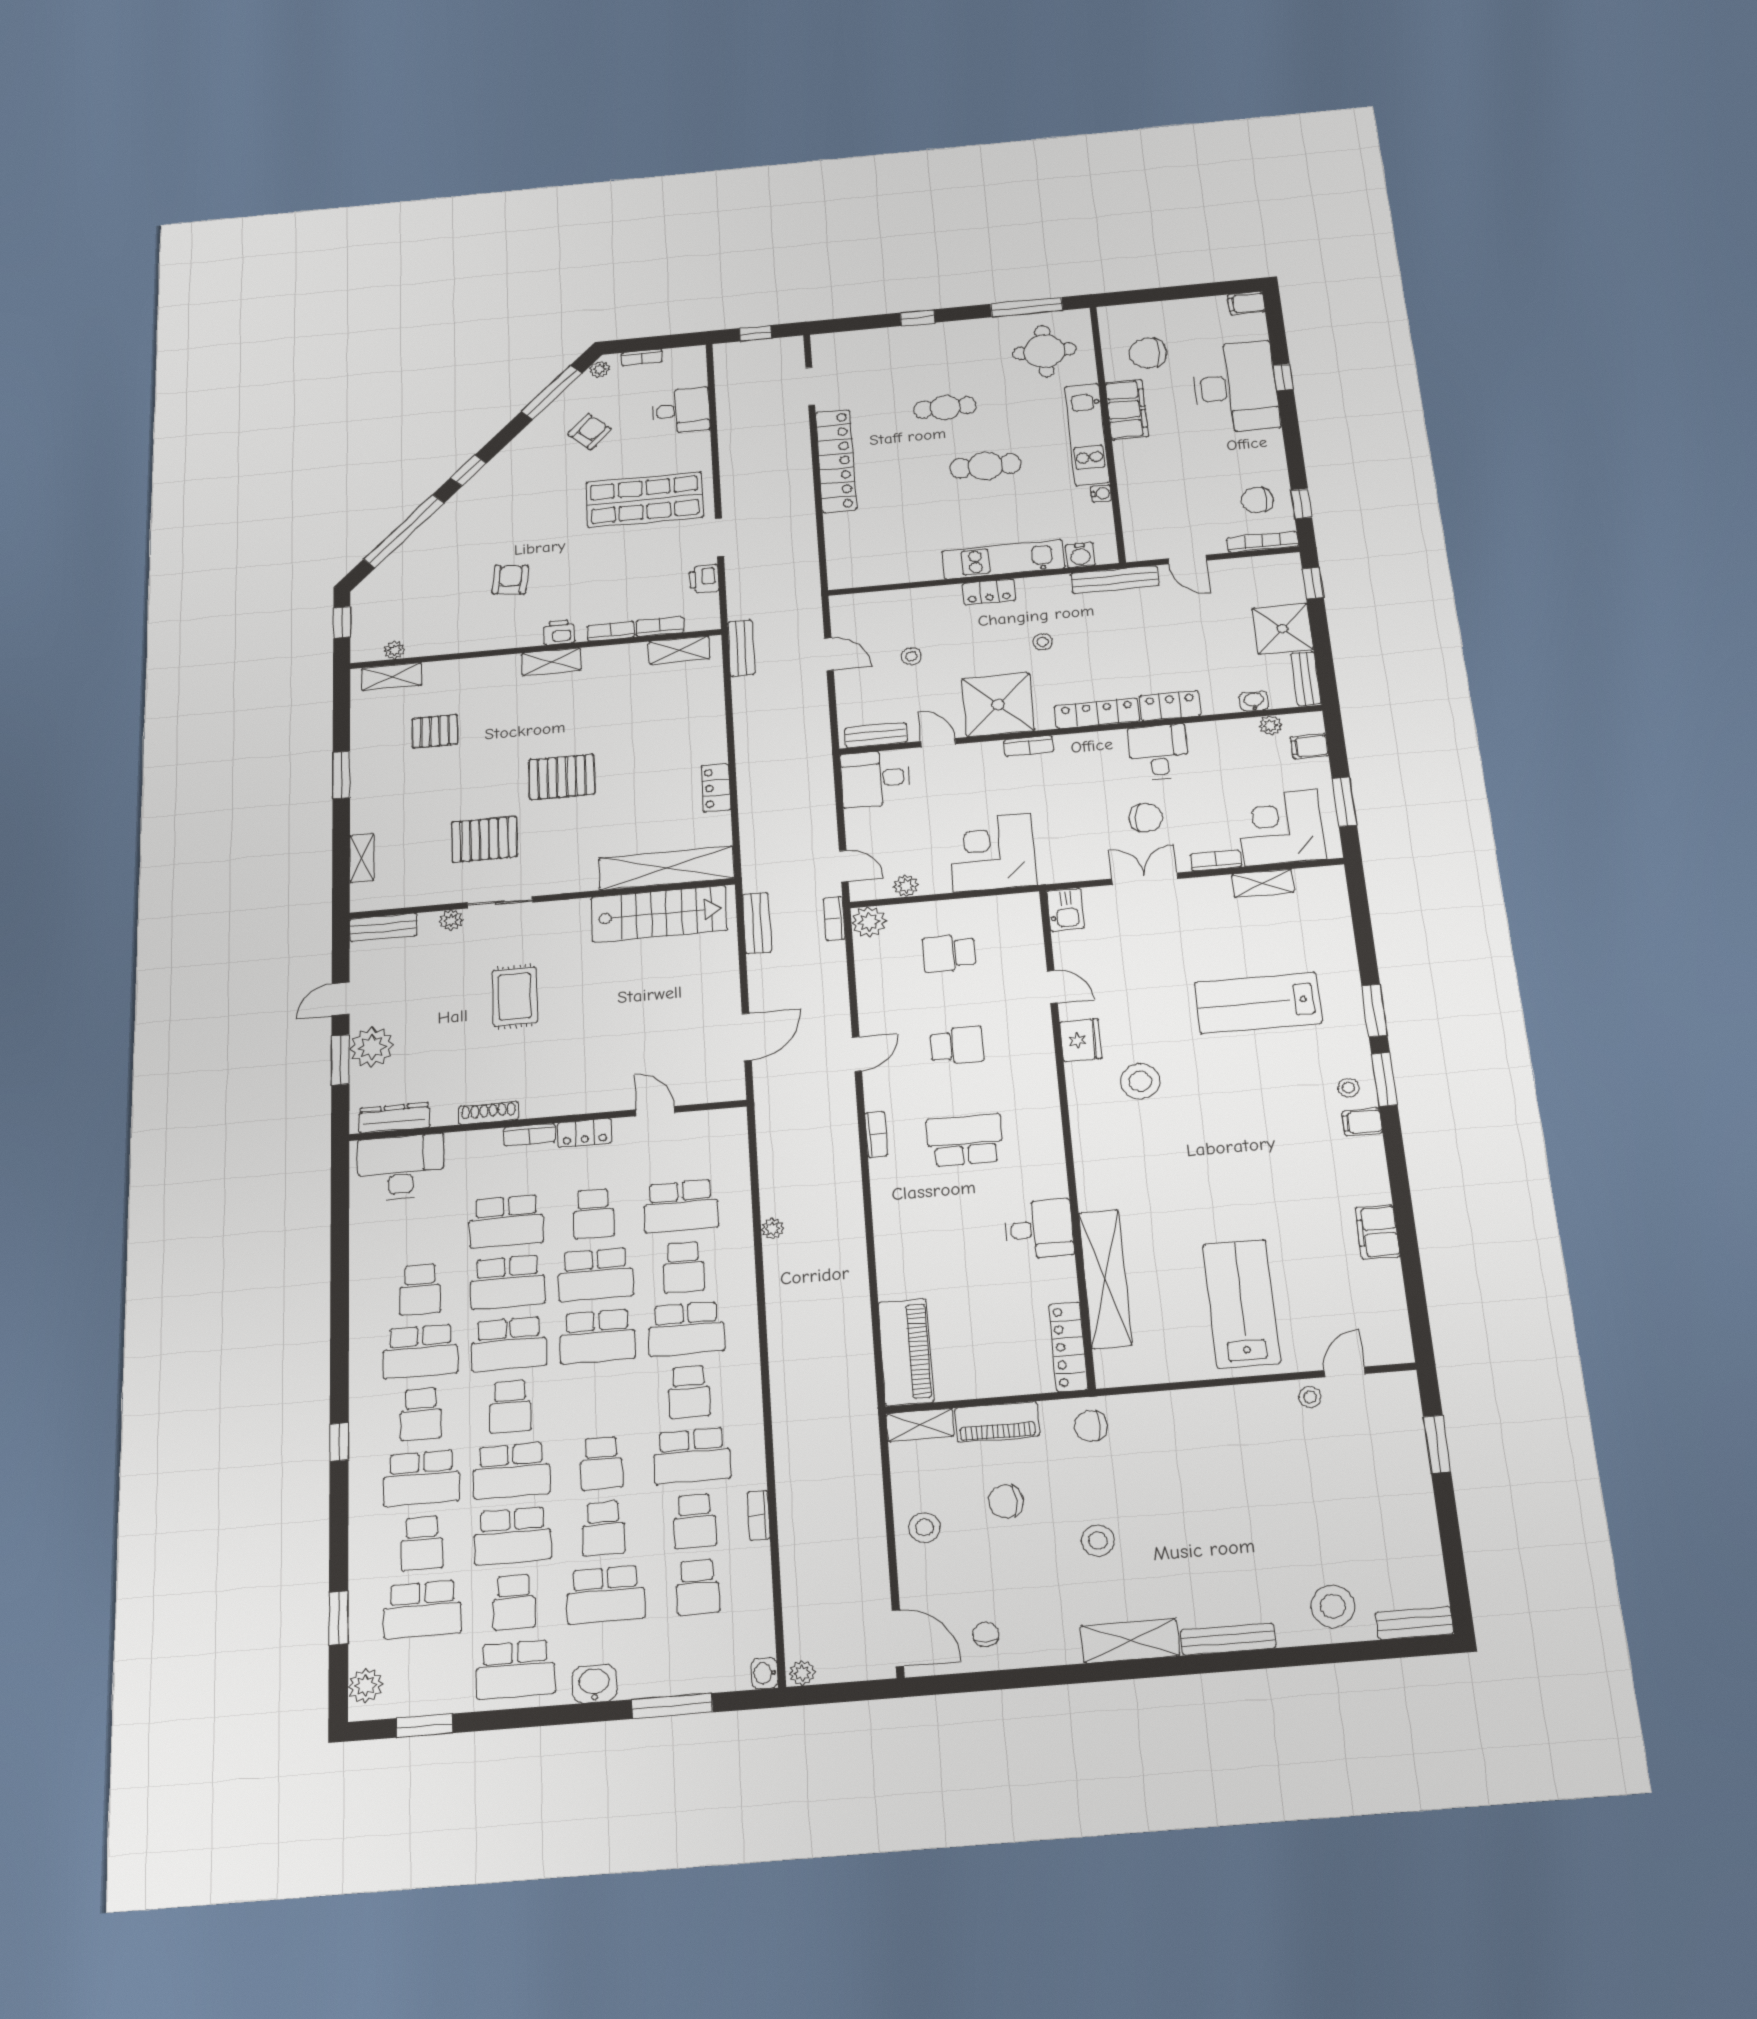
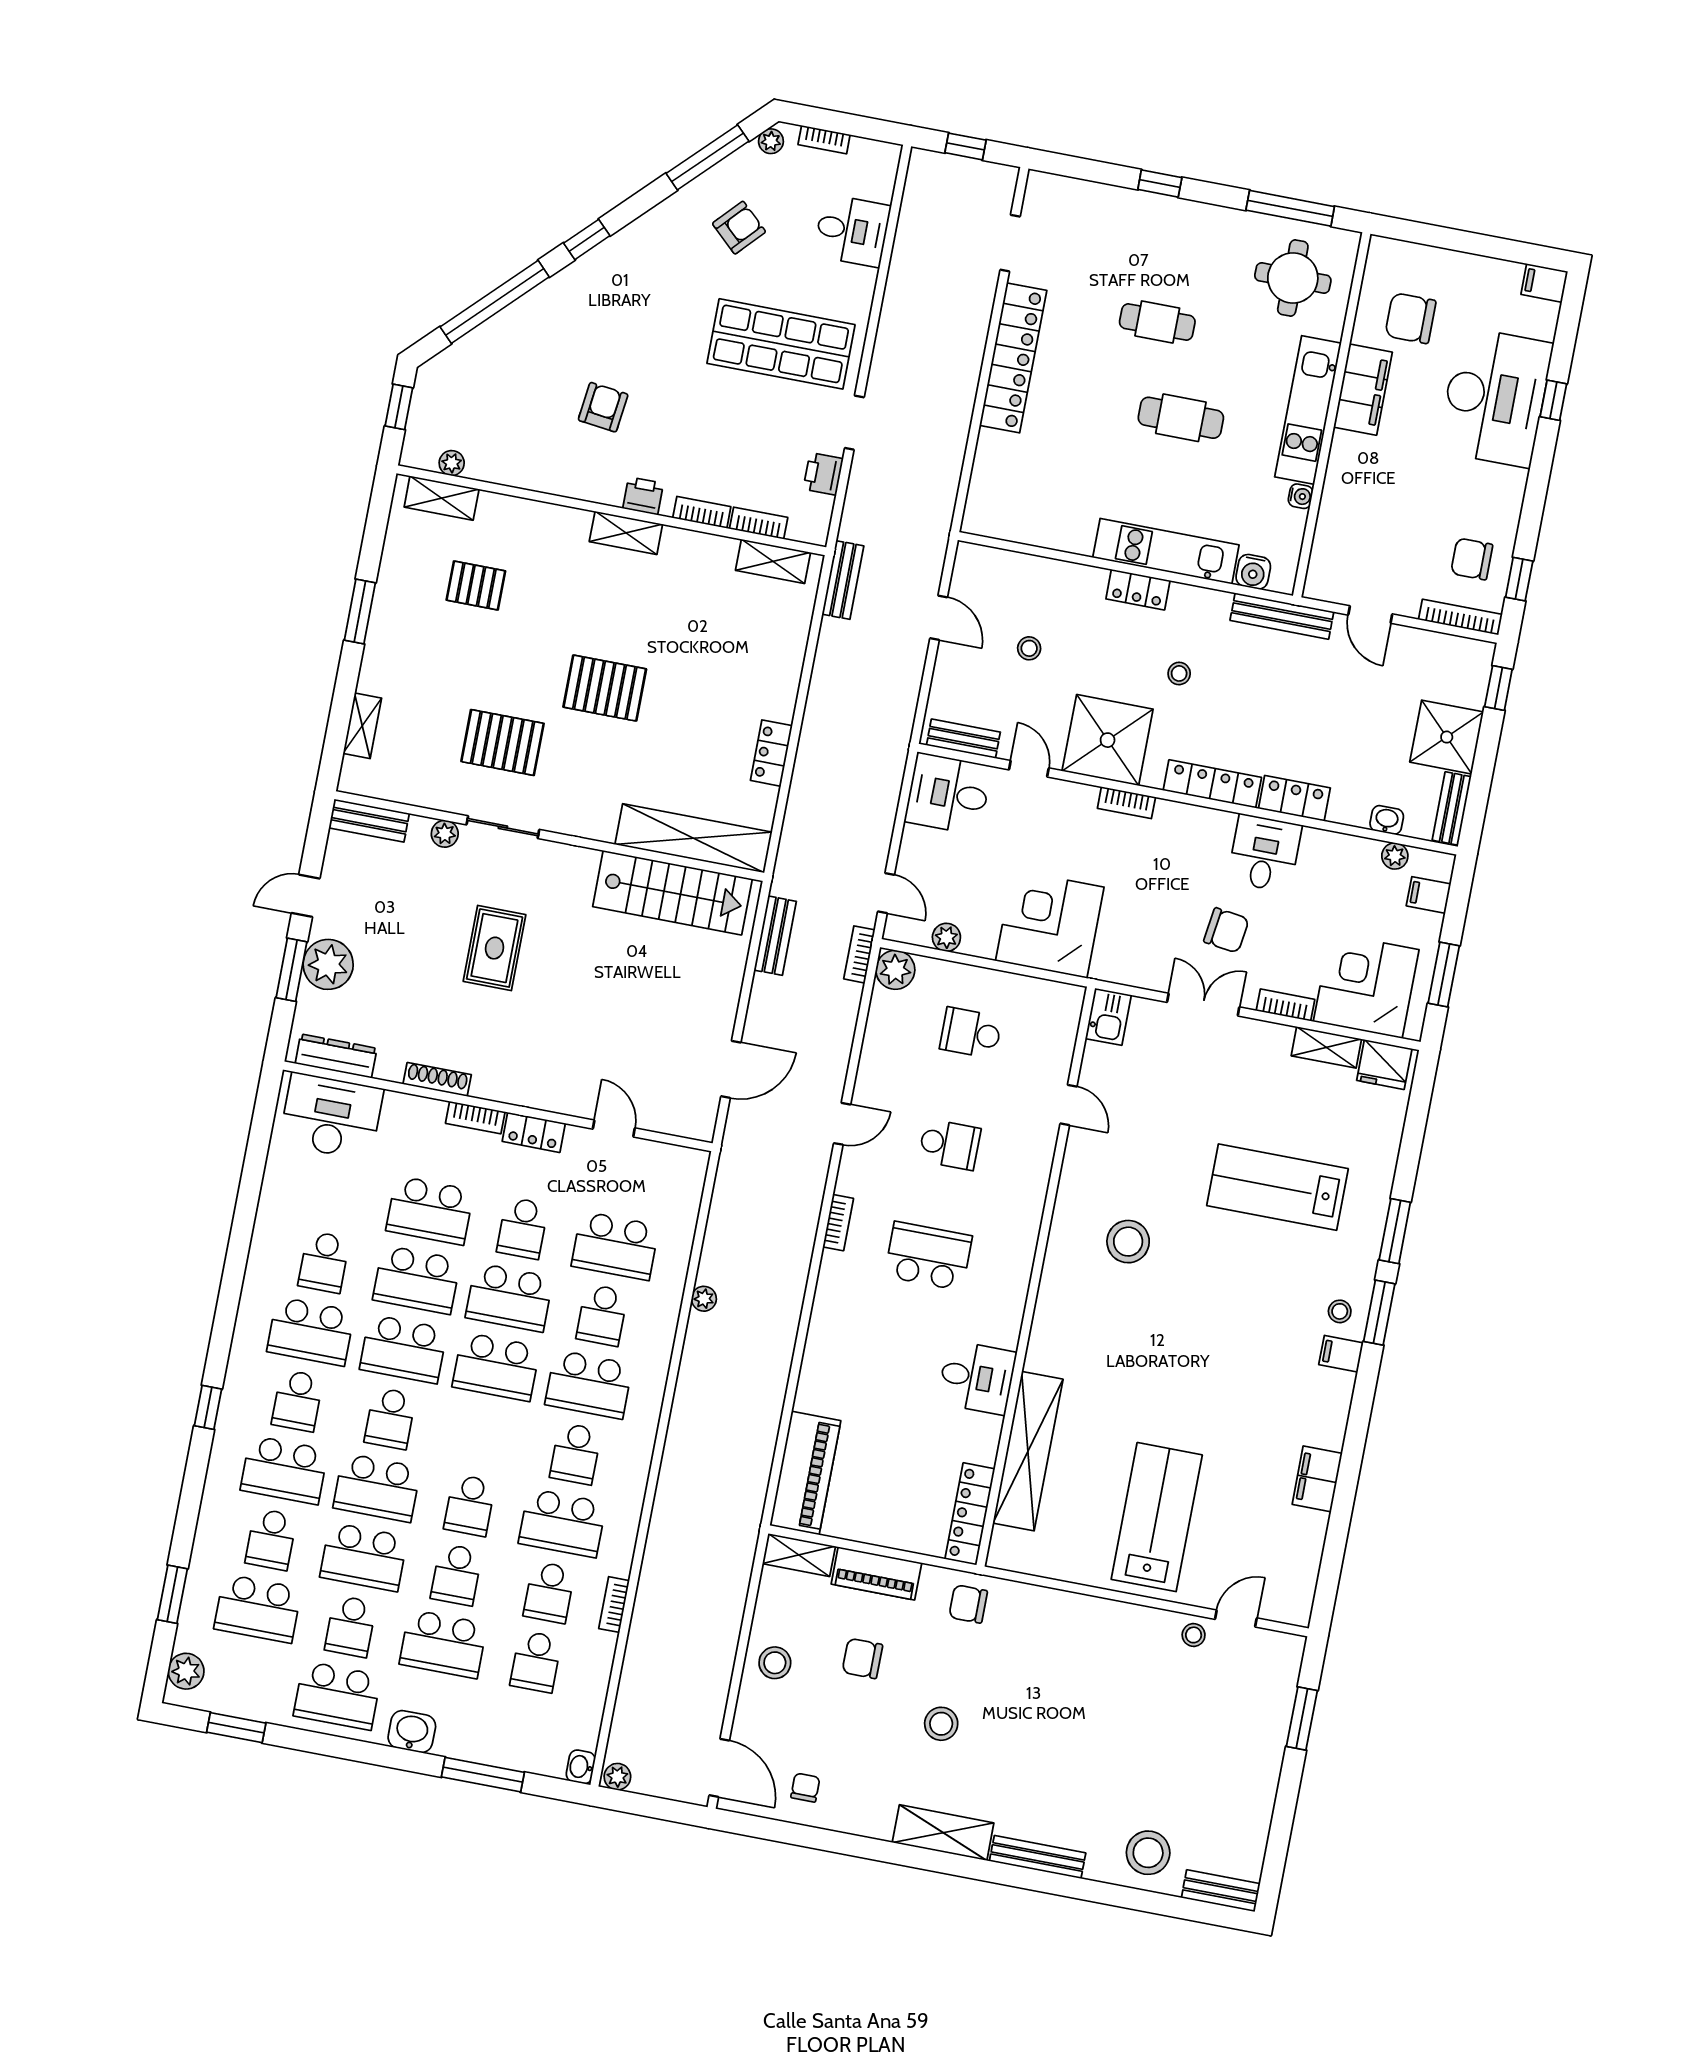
fridge: (1081, 1040) -> (1384, 1065), moved, turned 90

